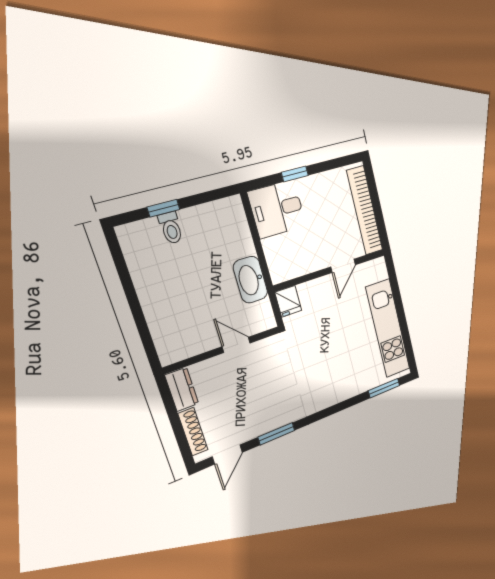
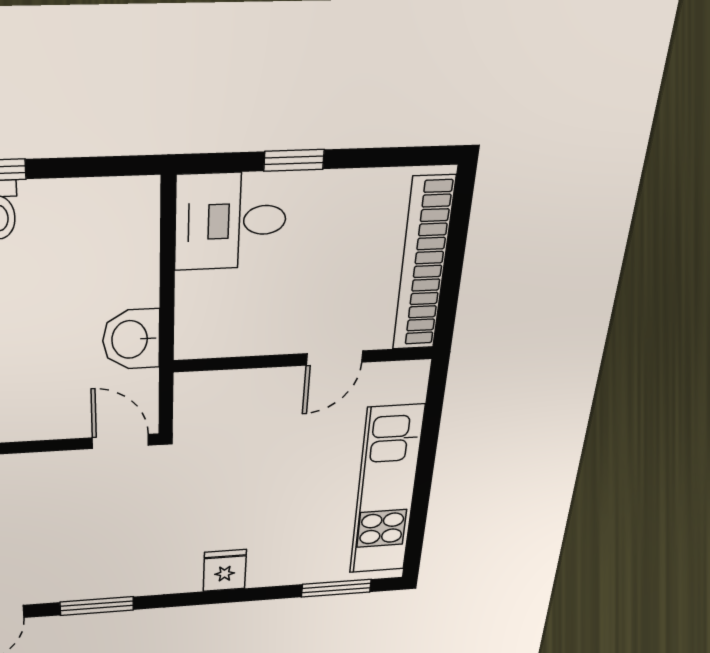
washbasin: (250, 280) -> (131, 339), width x0.72
fridge: (288, 301) -> (225, 571), moved, turned 180
door: (236, 345) -> (120, 441), moved

